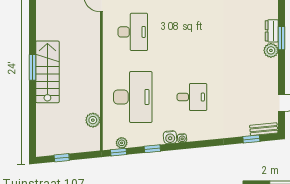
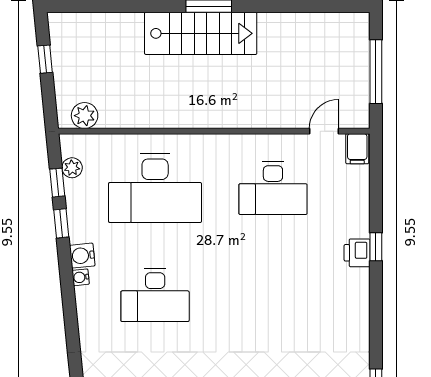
desk: (192, 97) -> (155, 295), width x1.37
plant: (93, 120) -> (85, 116), moved
window: (119, 152) -> (57, 183), moved

